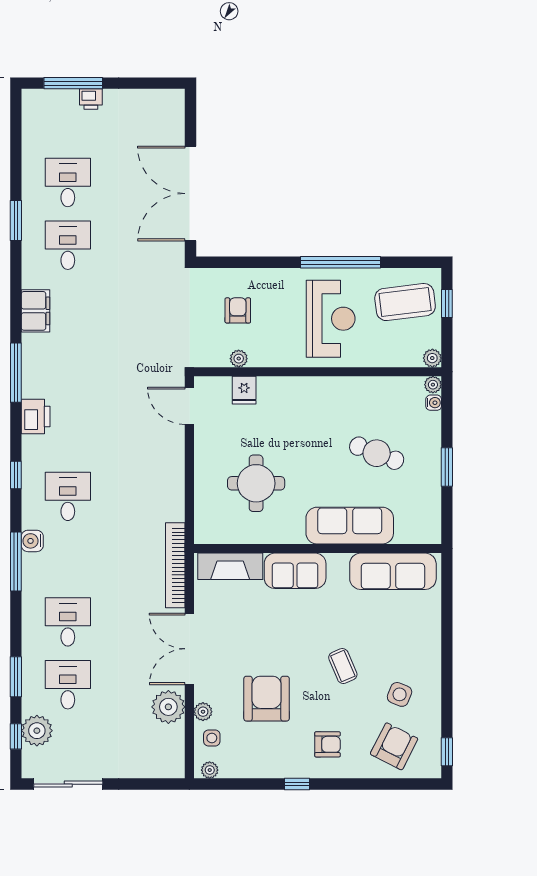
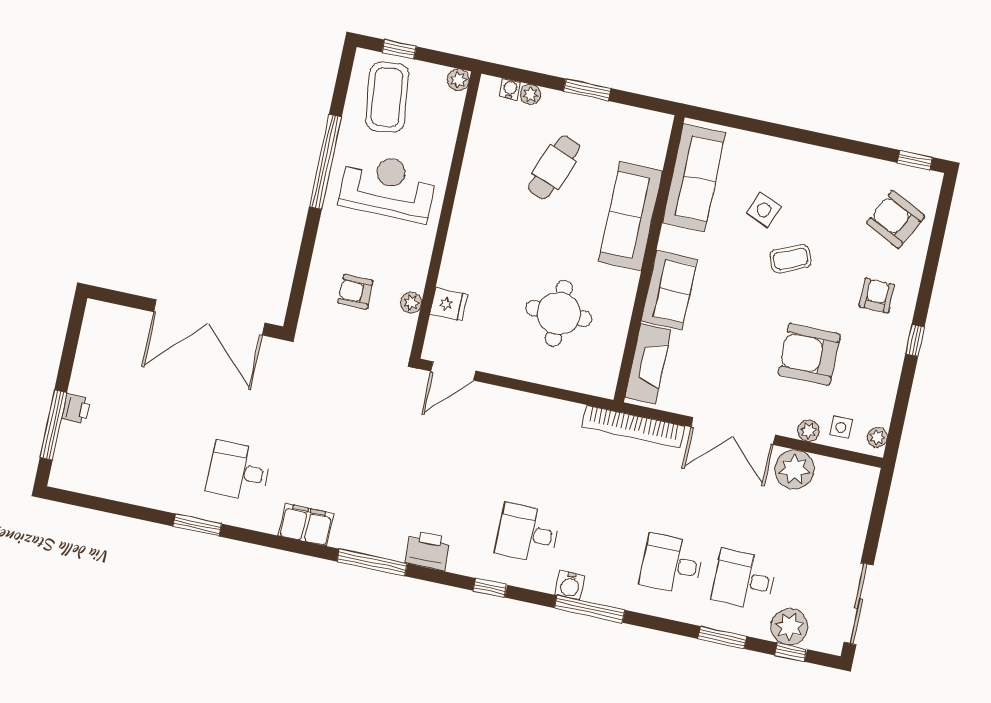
desk: (68, 182) -> (166, 456), removed
plant: (433, 385) -> (531, 95), moved
side table: (400, 694) -> (764, 210), moved

